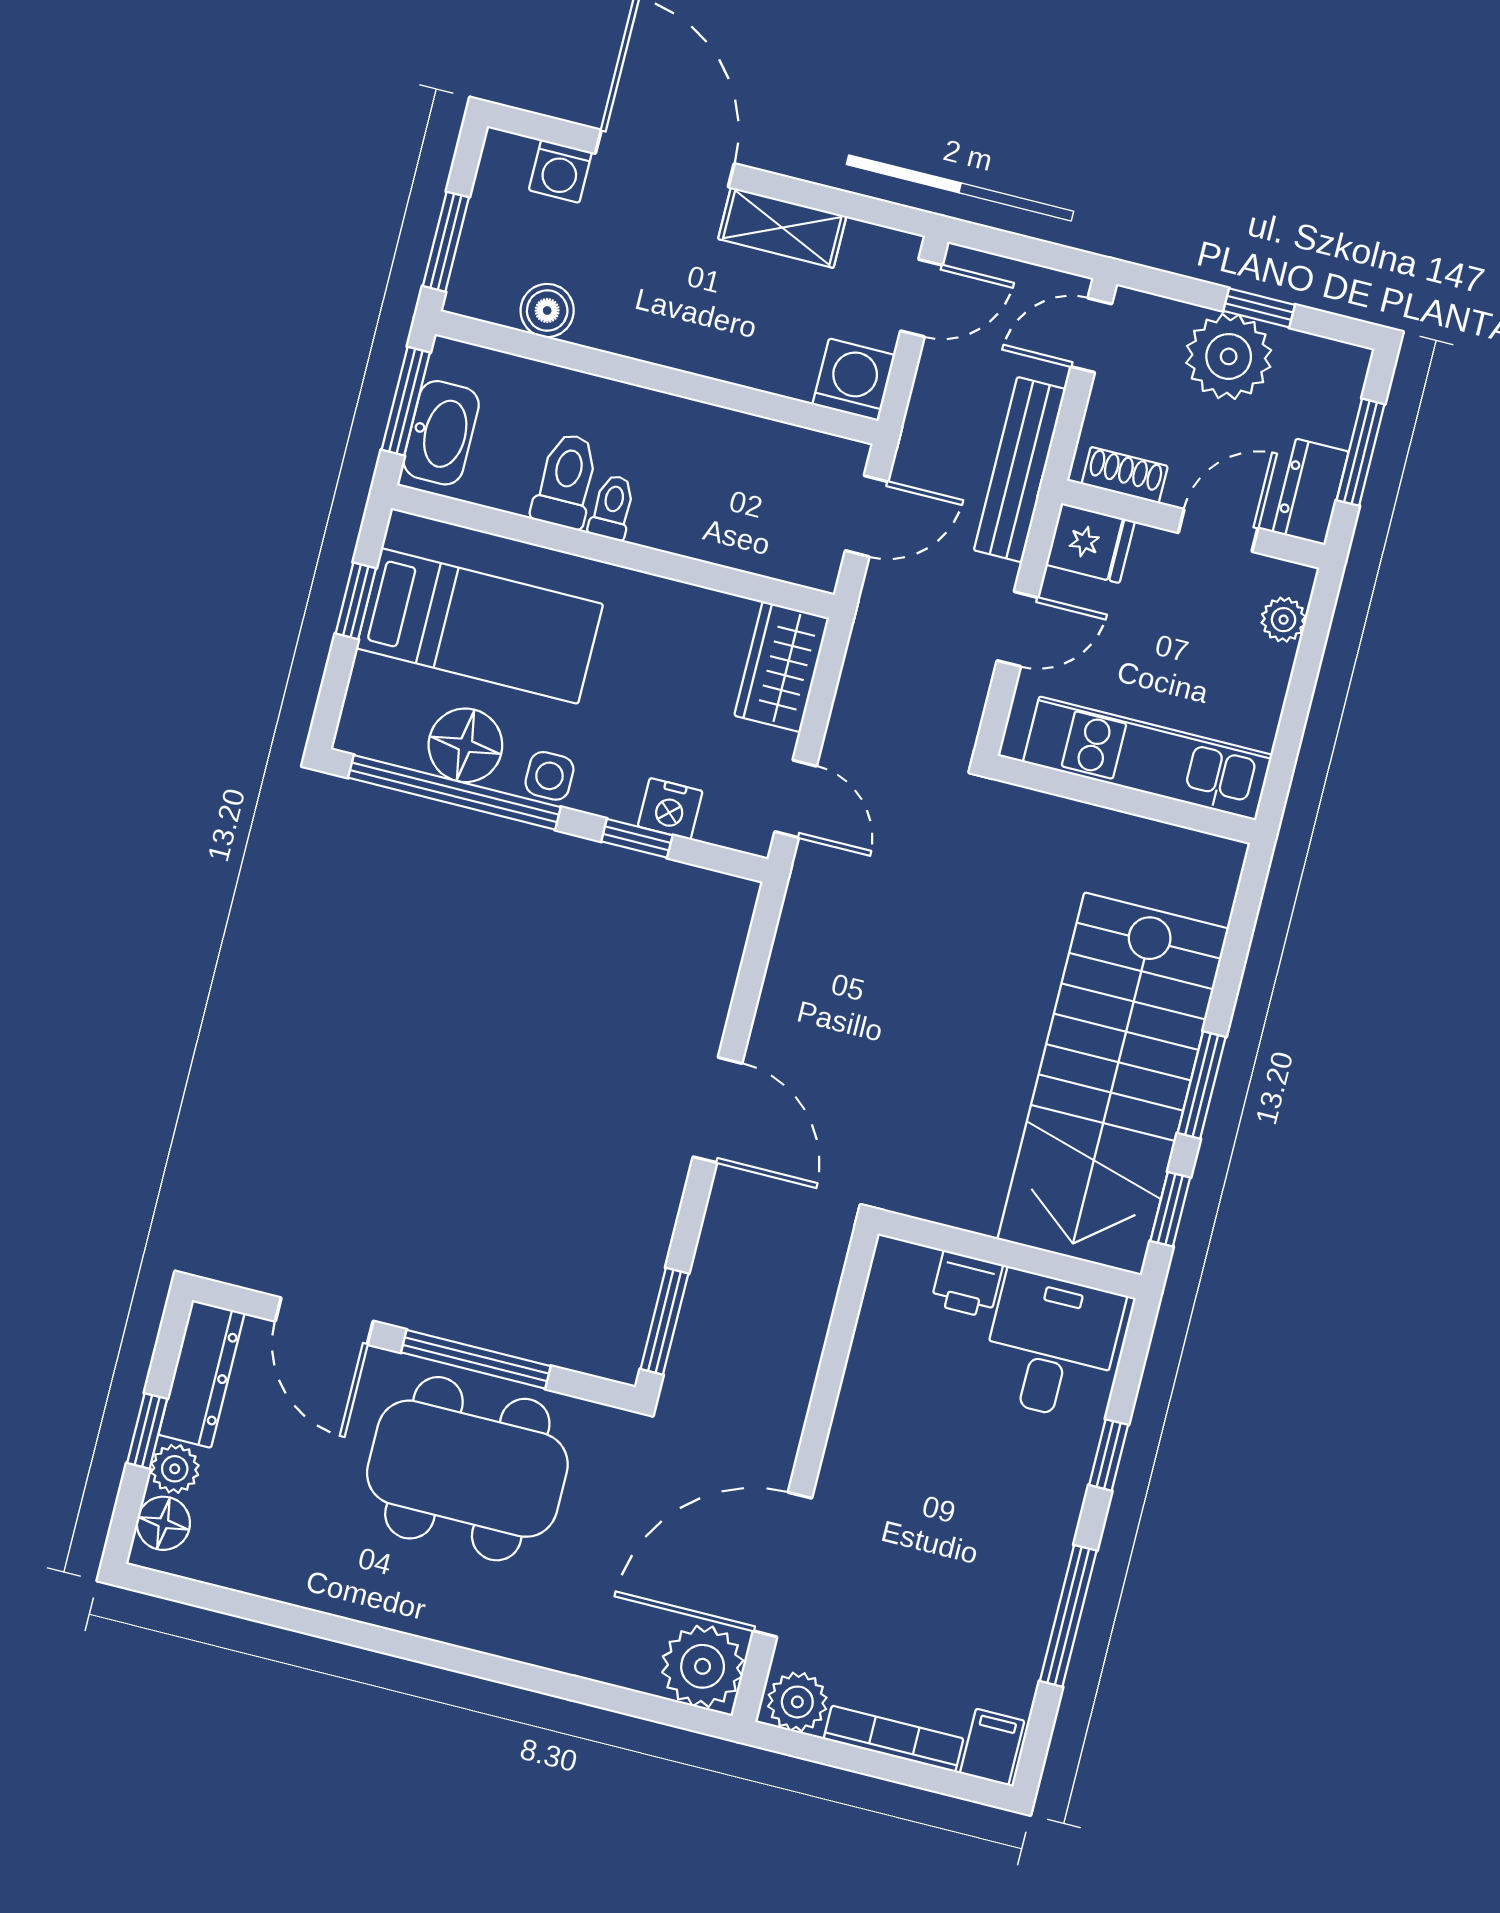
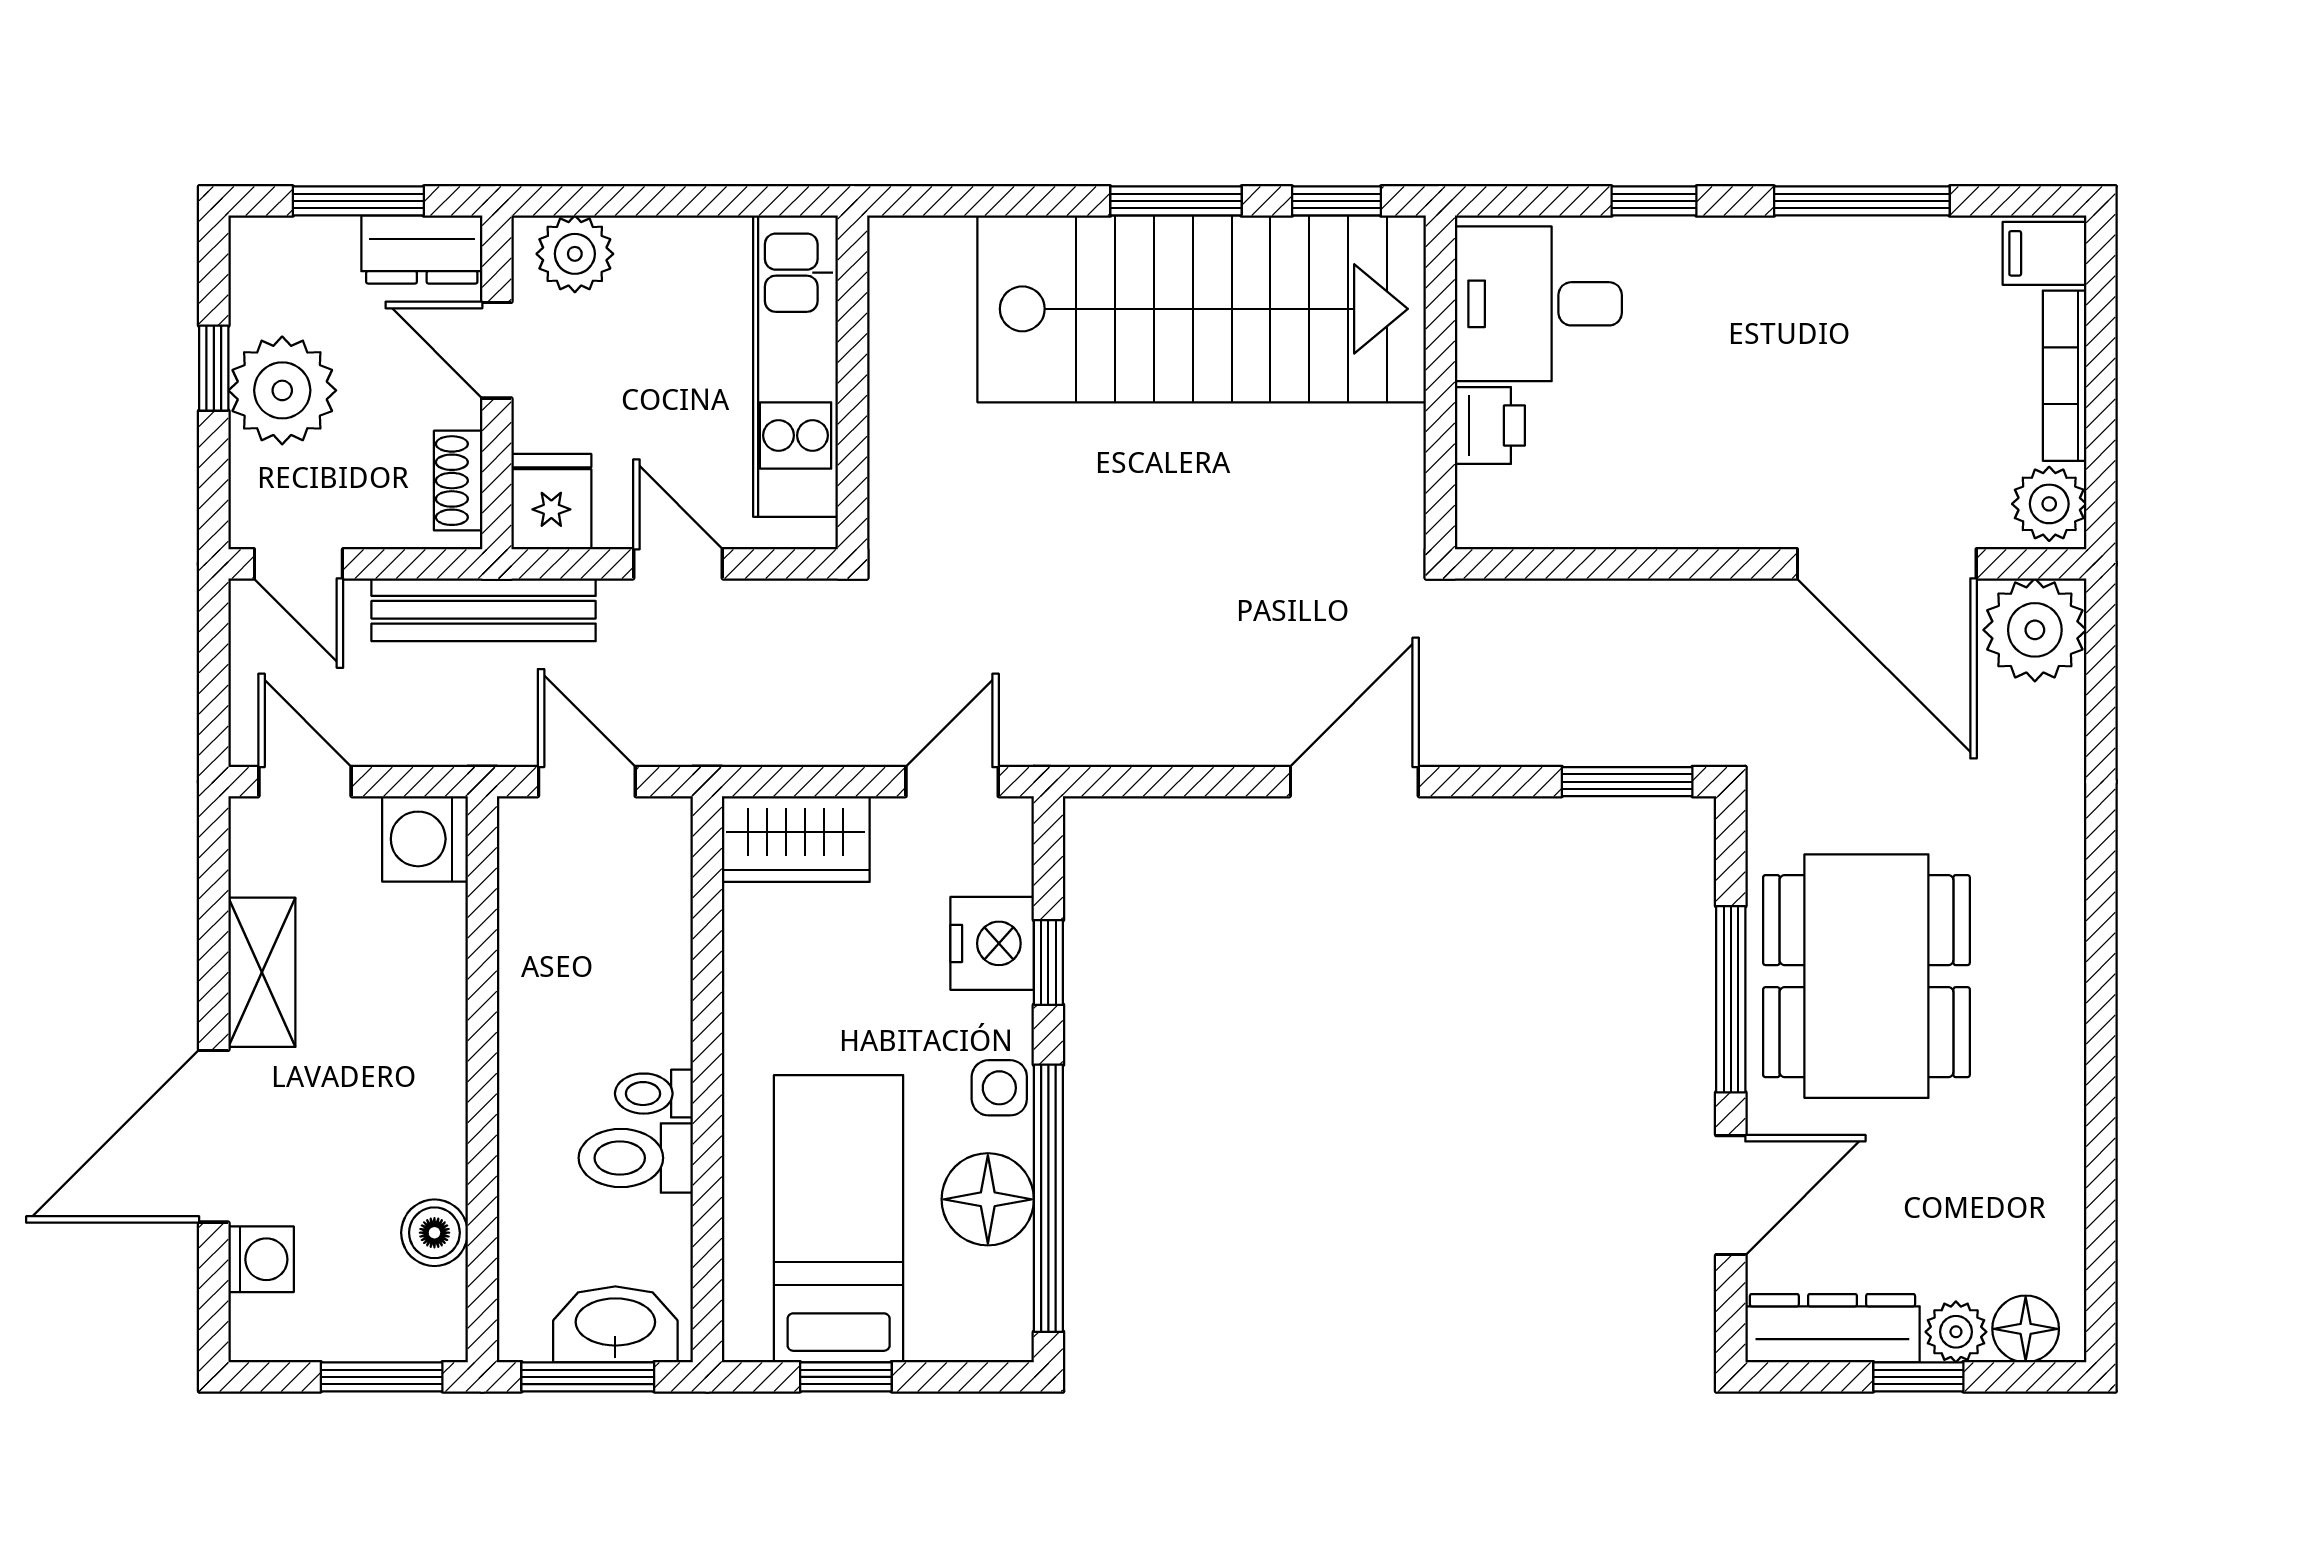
plant: (1284, 620) -> (575, 254), width x1.38, depth x1.38
nightstand: (670, 809) -> (992, 943), width x1.36, depth x1.33

